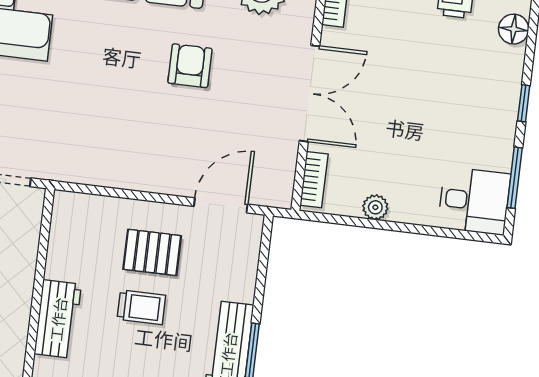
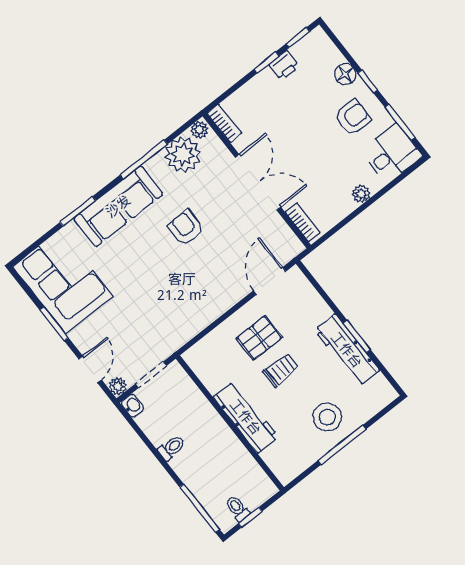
floor lamp: (514, 29) -> (345, 74), moved
armchair: (472, 124) -> (353, 117), added
plant: (375, 207) -> (361, 194), moved
workbench: (58, 319) -> (246, 417), width x1.38

